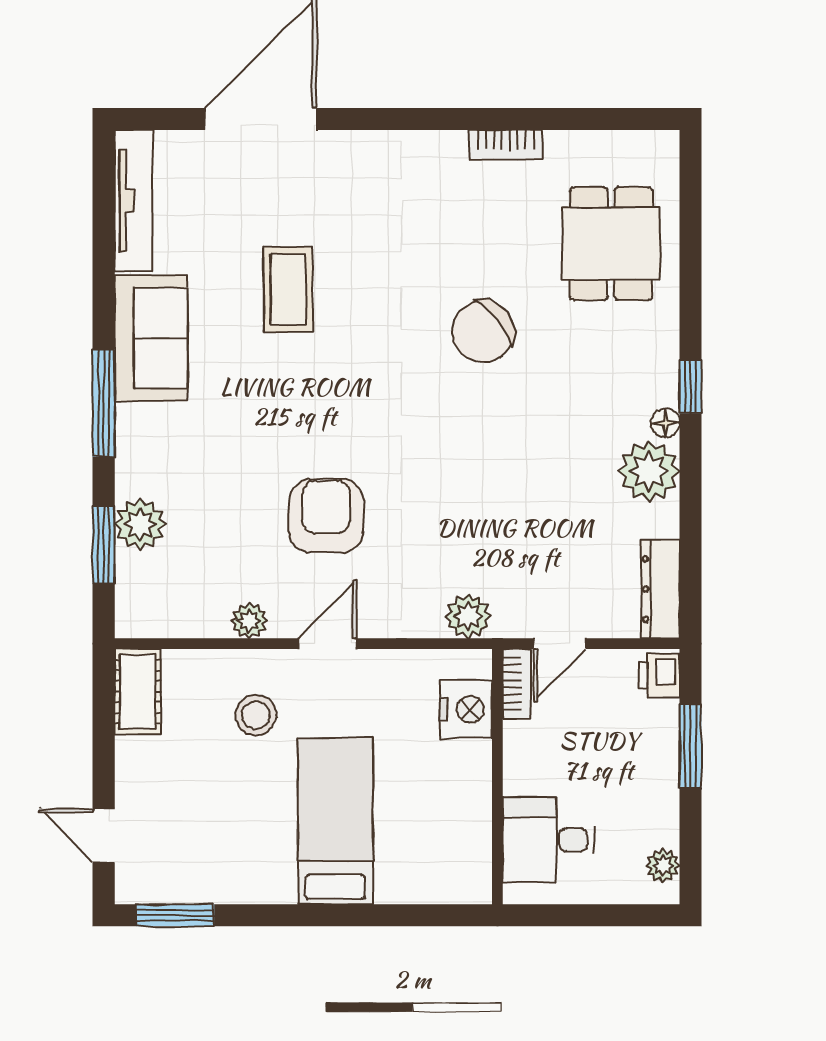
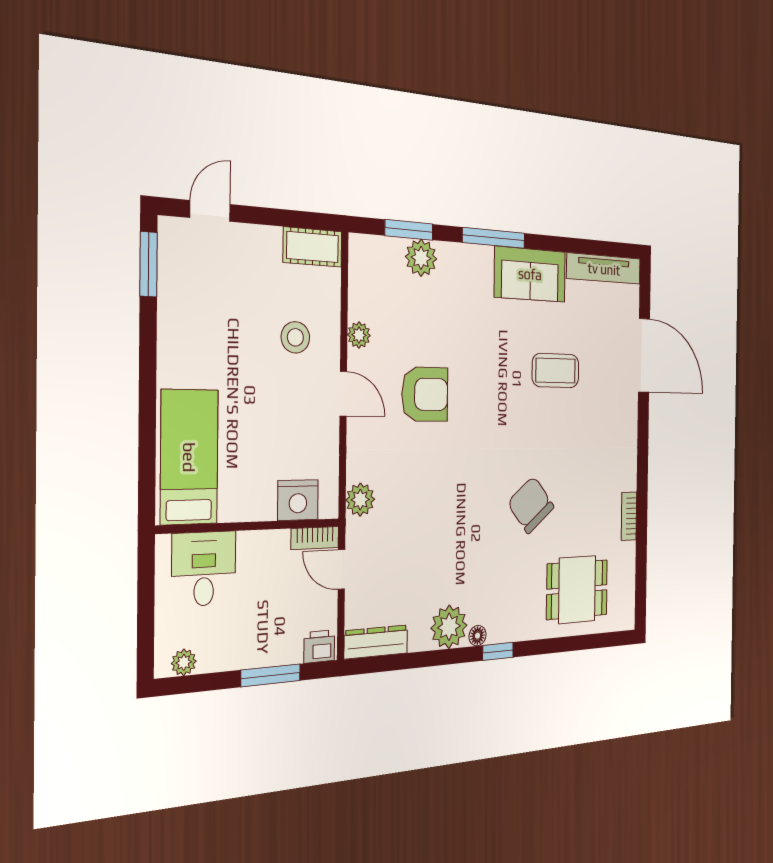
bed: (335, 821) -> (189, 457), moved, turned -90

